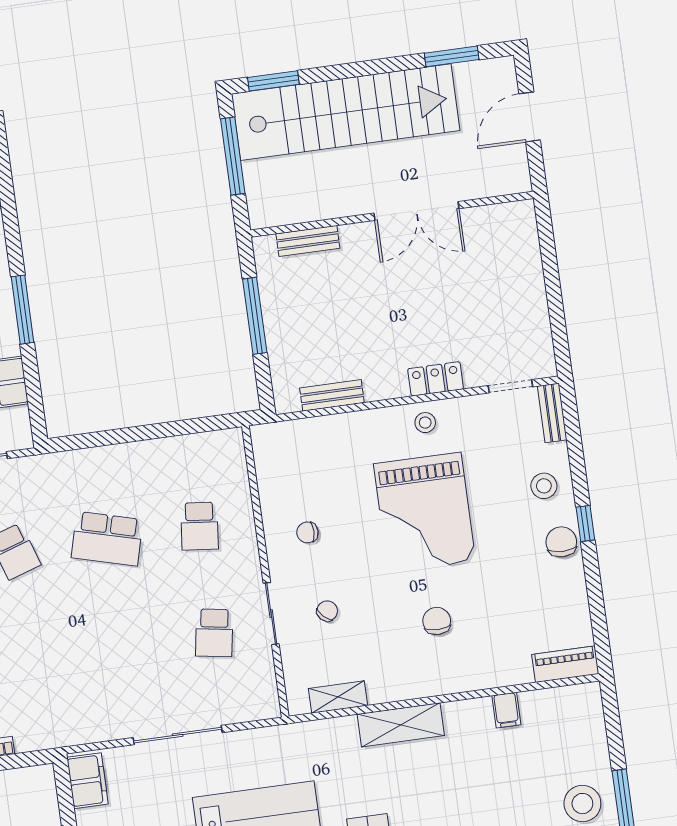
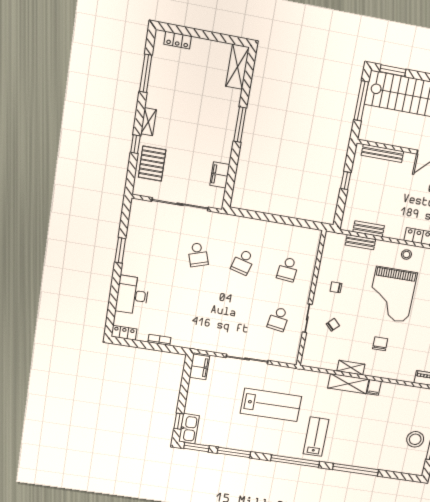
bench: (308, 241) -> (382, 153), width x1.36
window: (22, 310) -> (240, 125), moved
window: (255, 316) -> (346, 181), width x0.46
bench: (325, 427) -> (360, 242), added
school desk: (107, 539) -> (243, 262), width x0.54
shelving: (338, 697) -> (351, 368), moved
filing cabinet: (506, 710) -> (374, 387), moved

